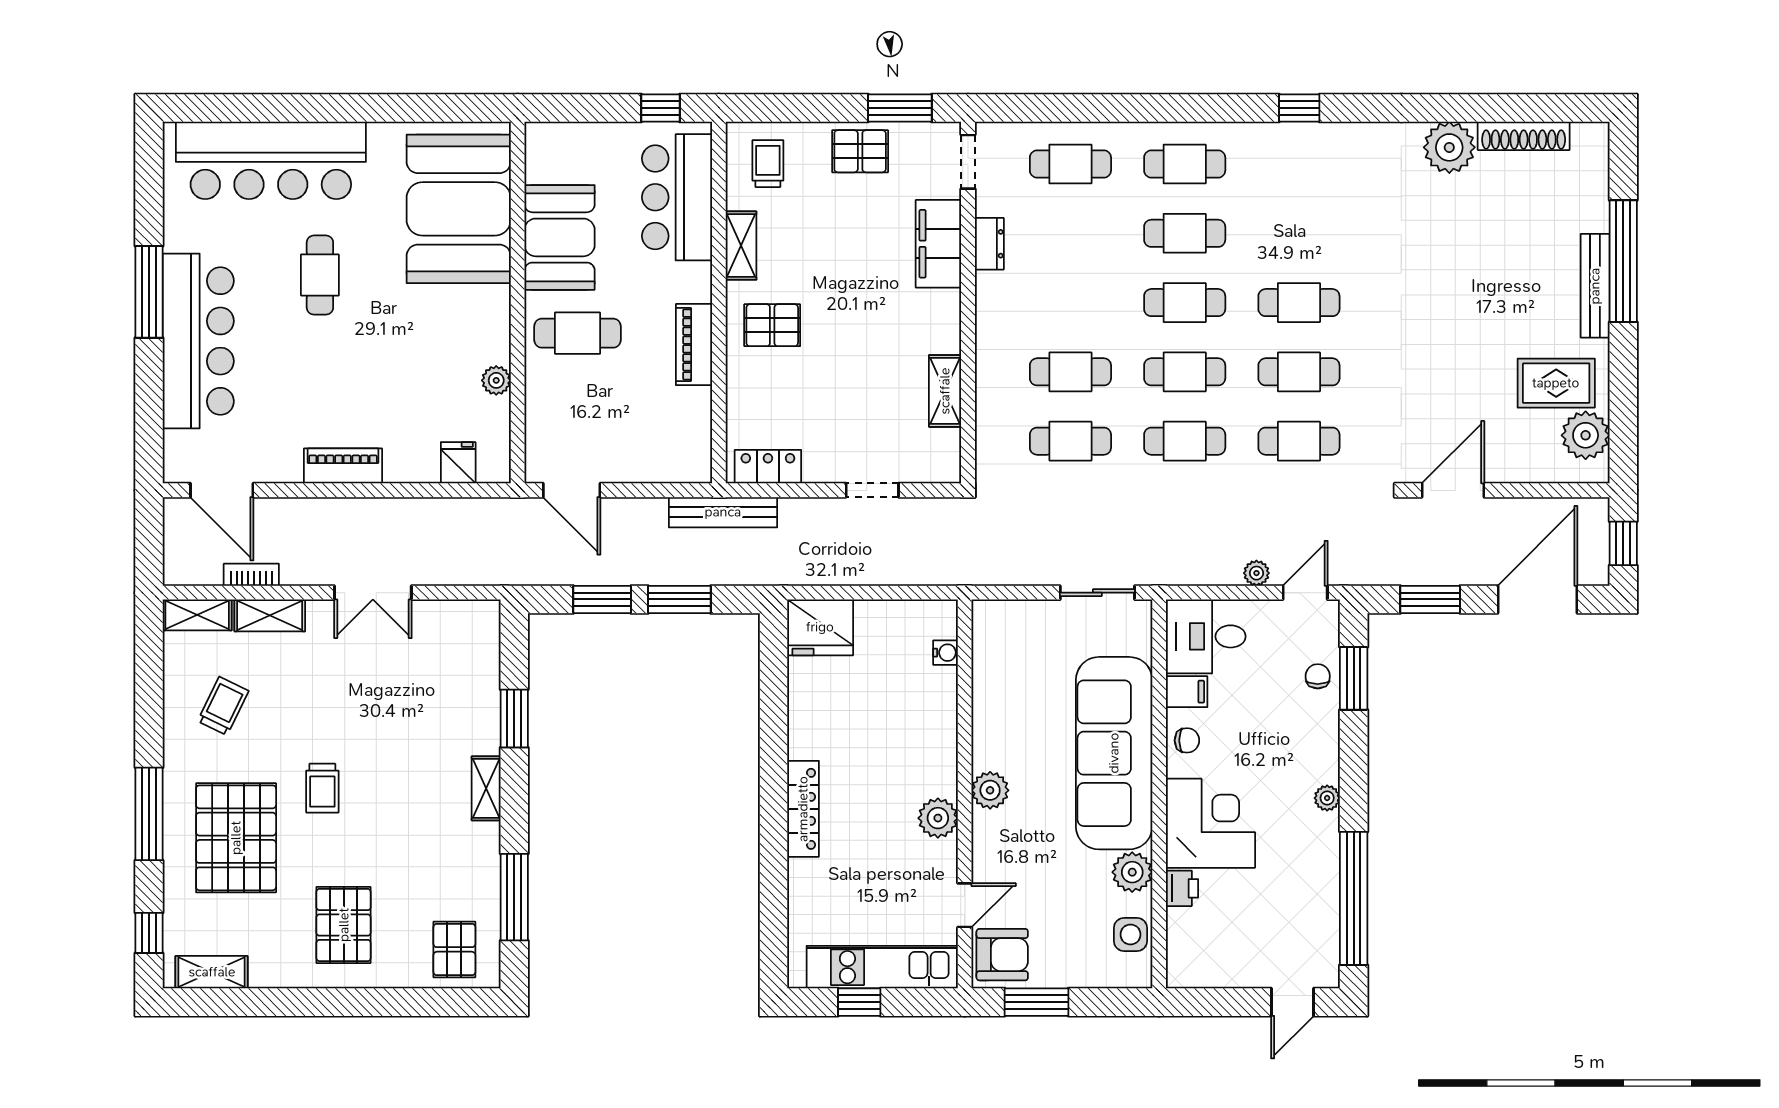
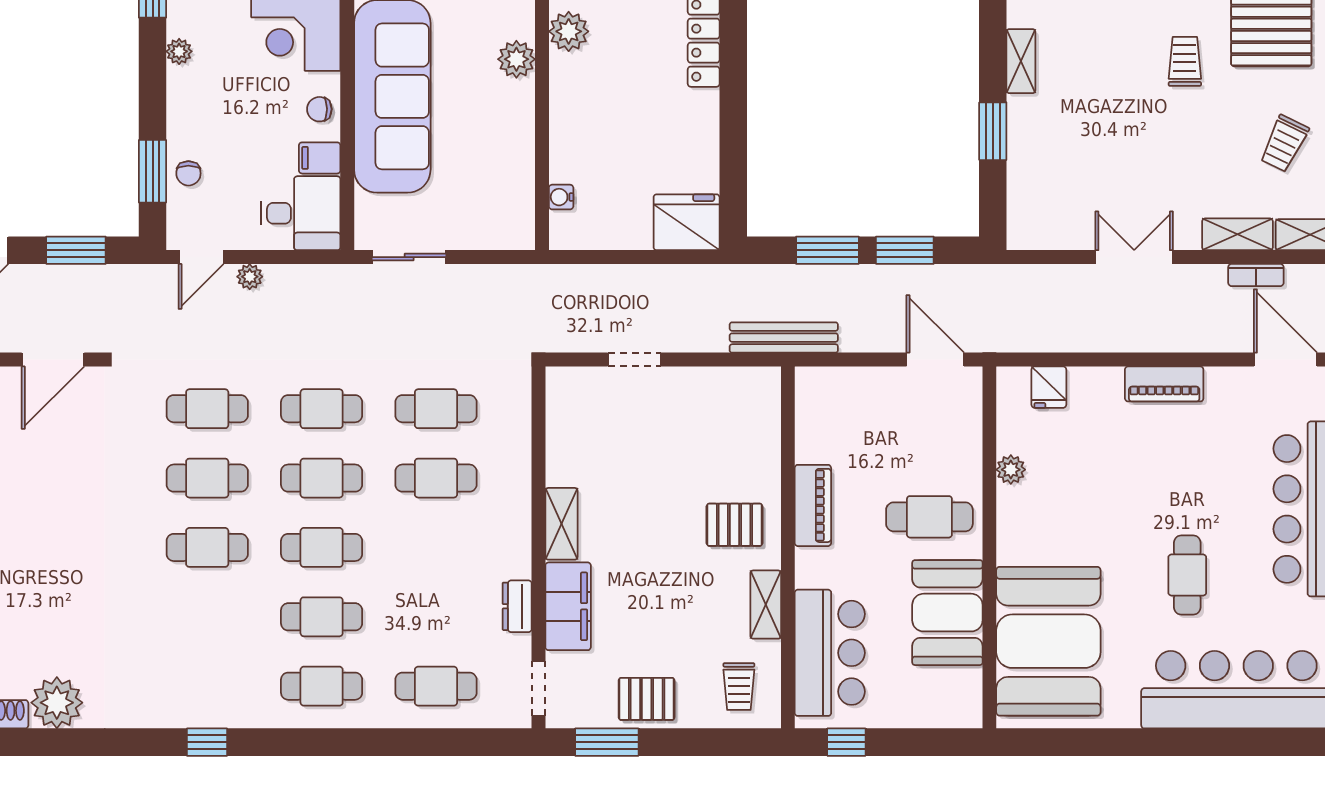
shelving: (945, 391) -> (561, 524), moved
locker: (768, 467) -> (739, 383), removed

